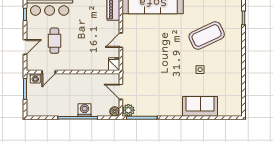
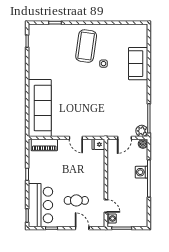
coffee table: (207, 35) -> (86, 46), moved, turned 33

